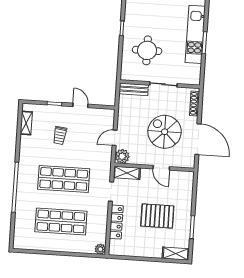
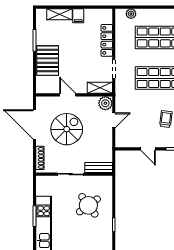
round table: (147, 50) -> (88, 205), turned -36
spiral stairs: (165, 132) -> (67, 129), turned -90
pallet: (157, 216) -> (48, 61), moved, turned 90
plant: (100, 249) -> (131, 14), moved
filing cabinet: (144, 250) -> (78, 16), added
shelving: (176, 254) -> (59, 14), moved

